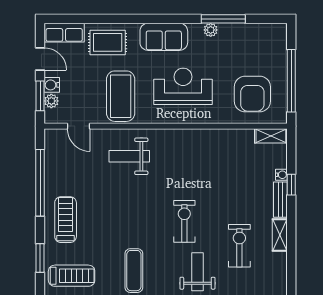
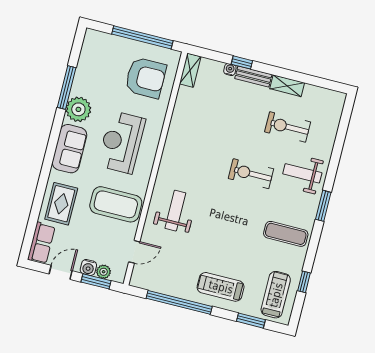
plant: (211, 30) -> (78, 109), width x1.88, depth x1.88
weight bench: (129, 156) -> (175, 211), turned 180

